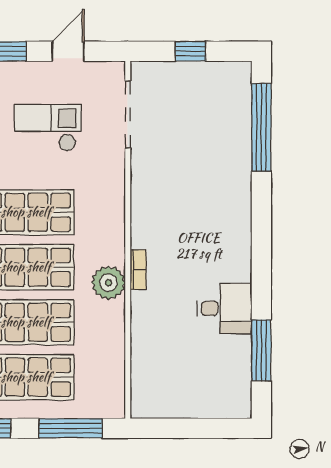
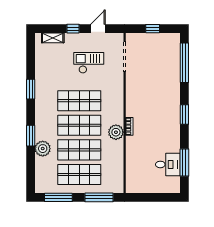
window: (261, 243) -> (184, 115), added
desk: (225, 308) -> (168, 164), moved

